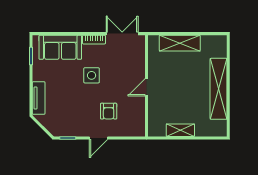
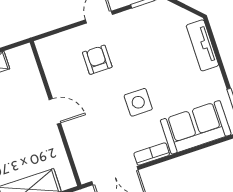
door: (147, 87) -> (55, 111), hinge flipped

